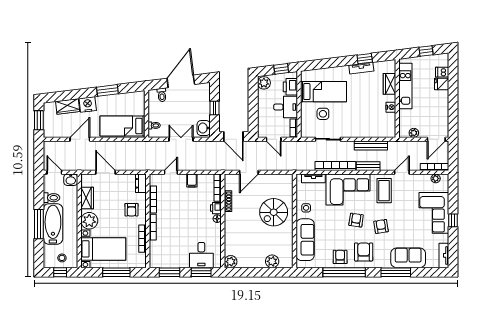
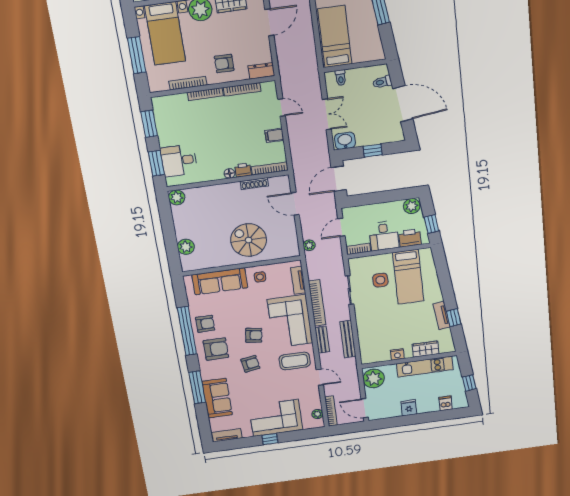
fridge: (442, 84) -> (409, 408), moved
plant: (414, 133) -> (374, 378), width x1.88, depth x1.88
plant: (285, 166) -> (309, 245), added

